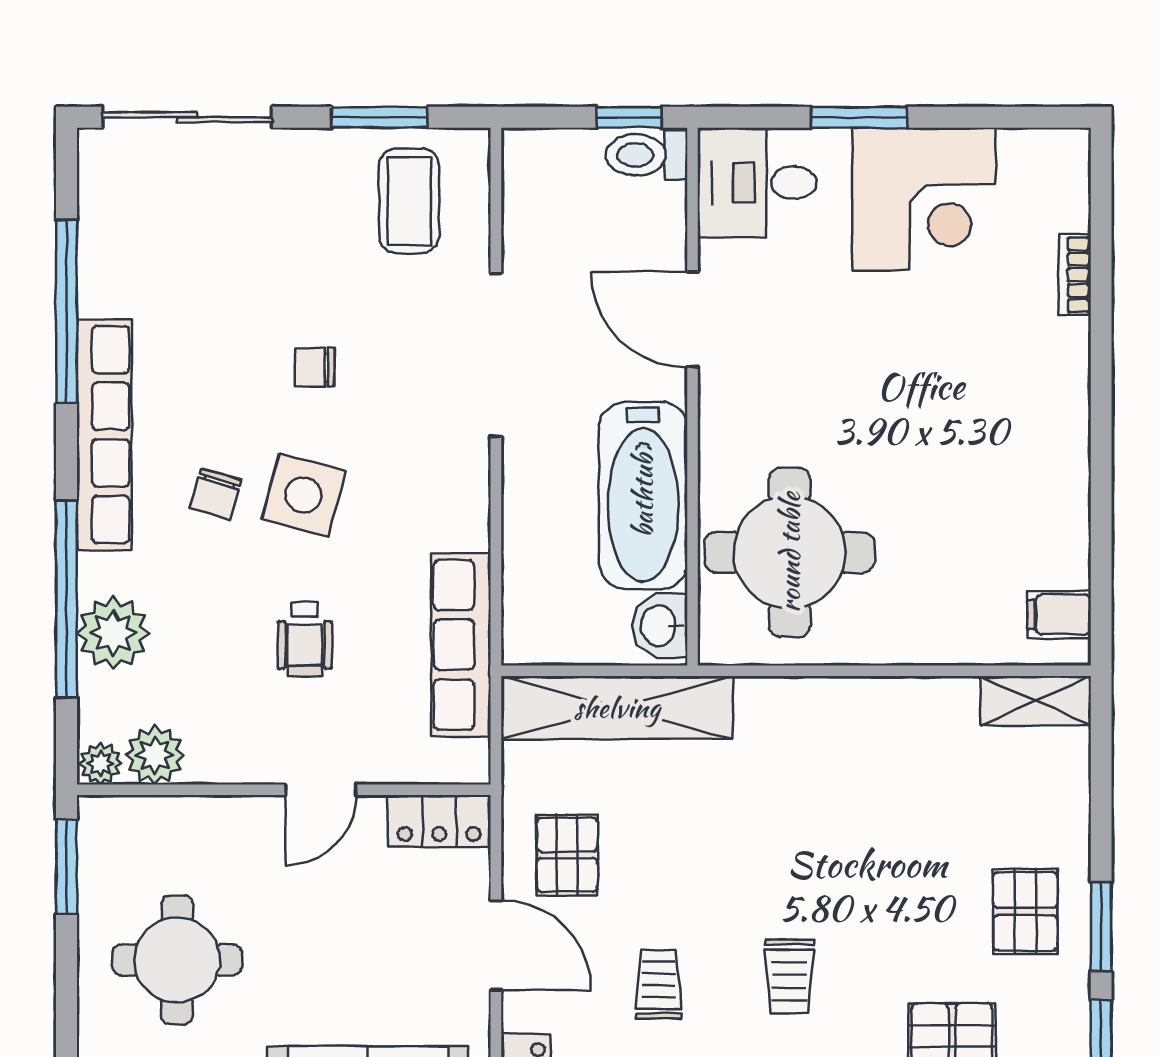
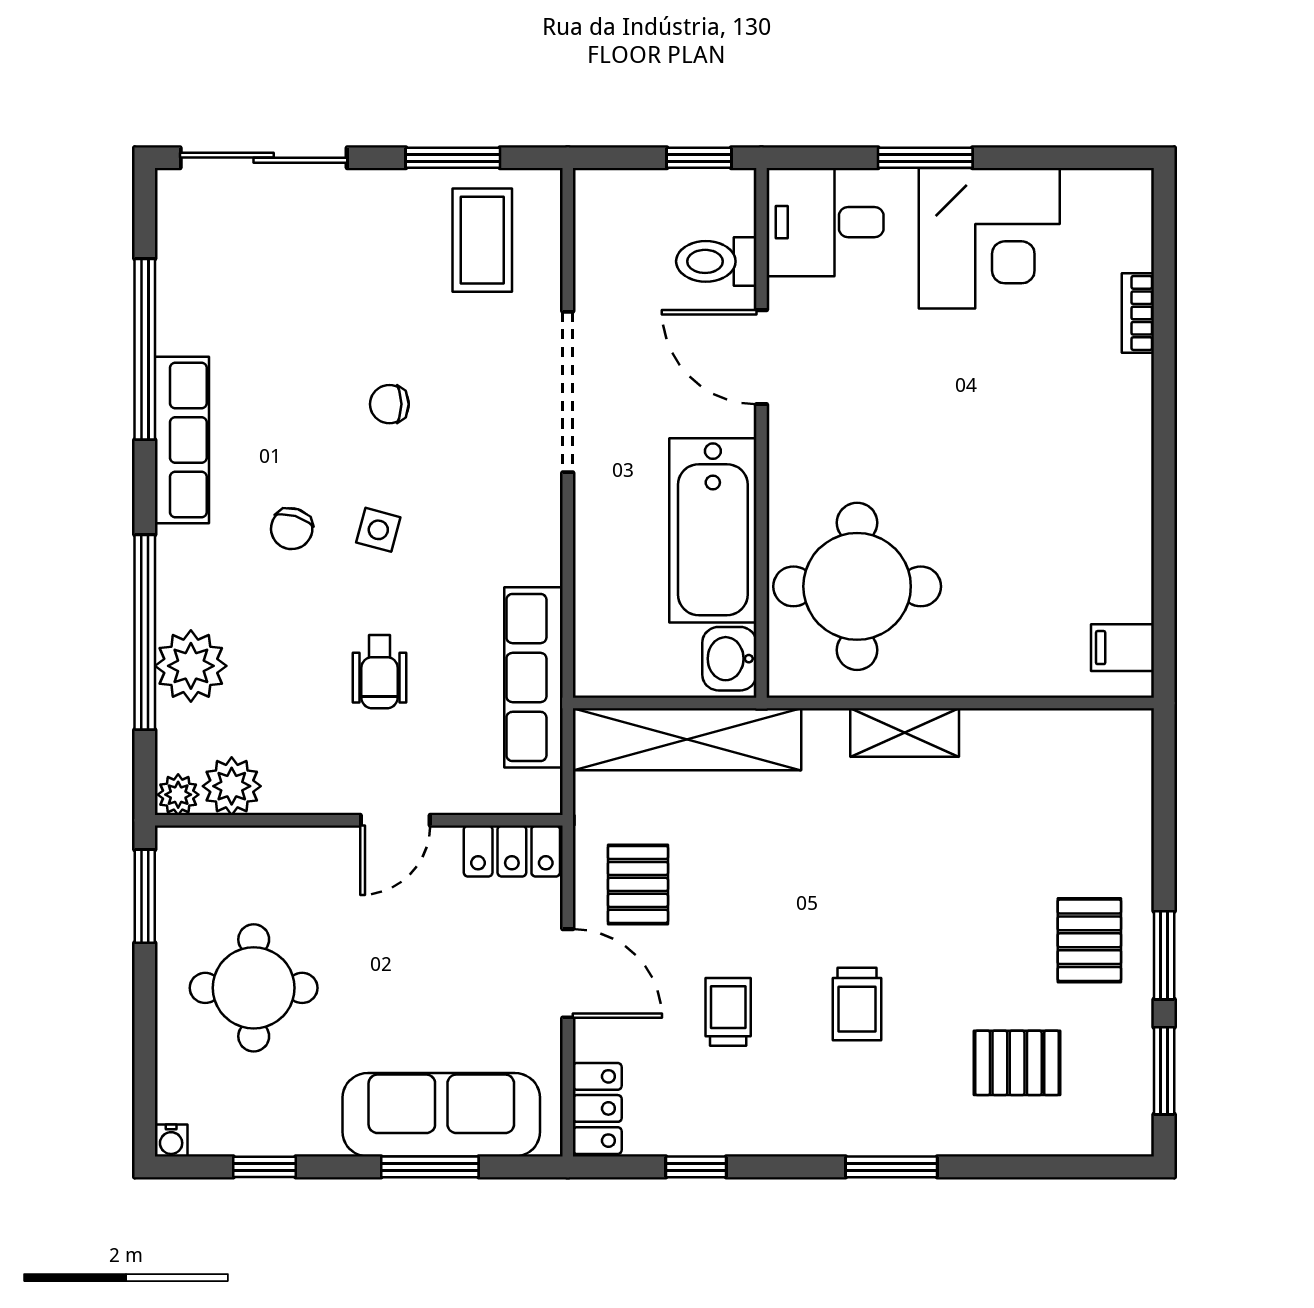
toilet: (647, 155) -> (716, 261), moved
row of seats: (104, 435) -> (182, 440), width x0.73
side table: (304, 495) -> (378, 530), width x0.54, depth x0.54
shelving: (1036, 701) -> (905, 733), moved

